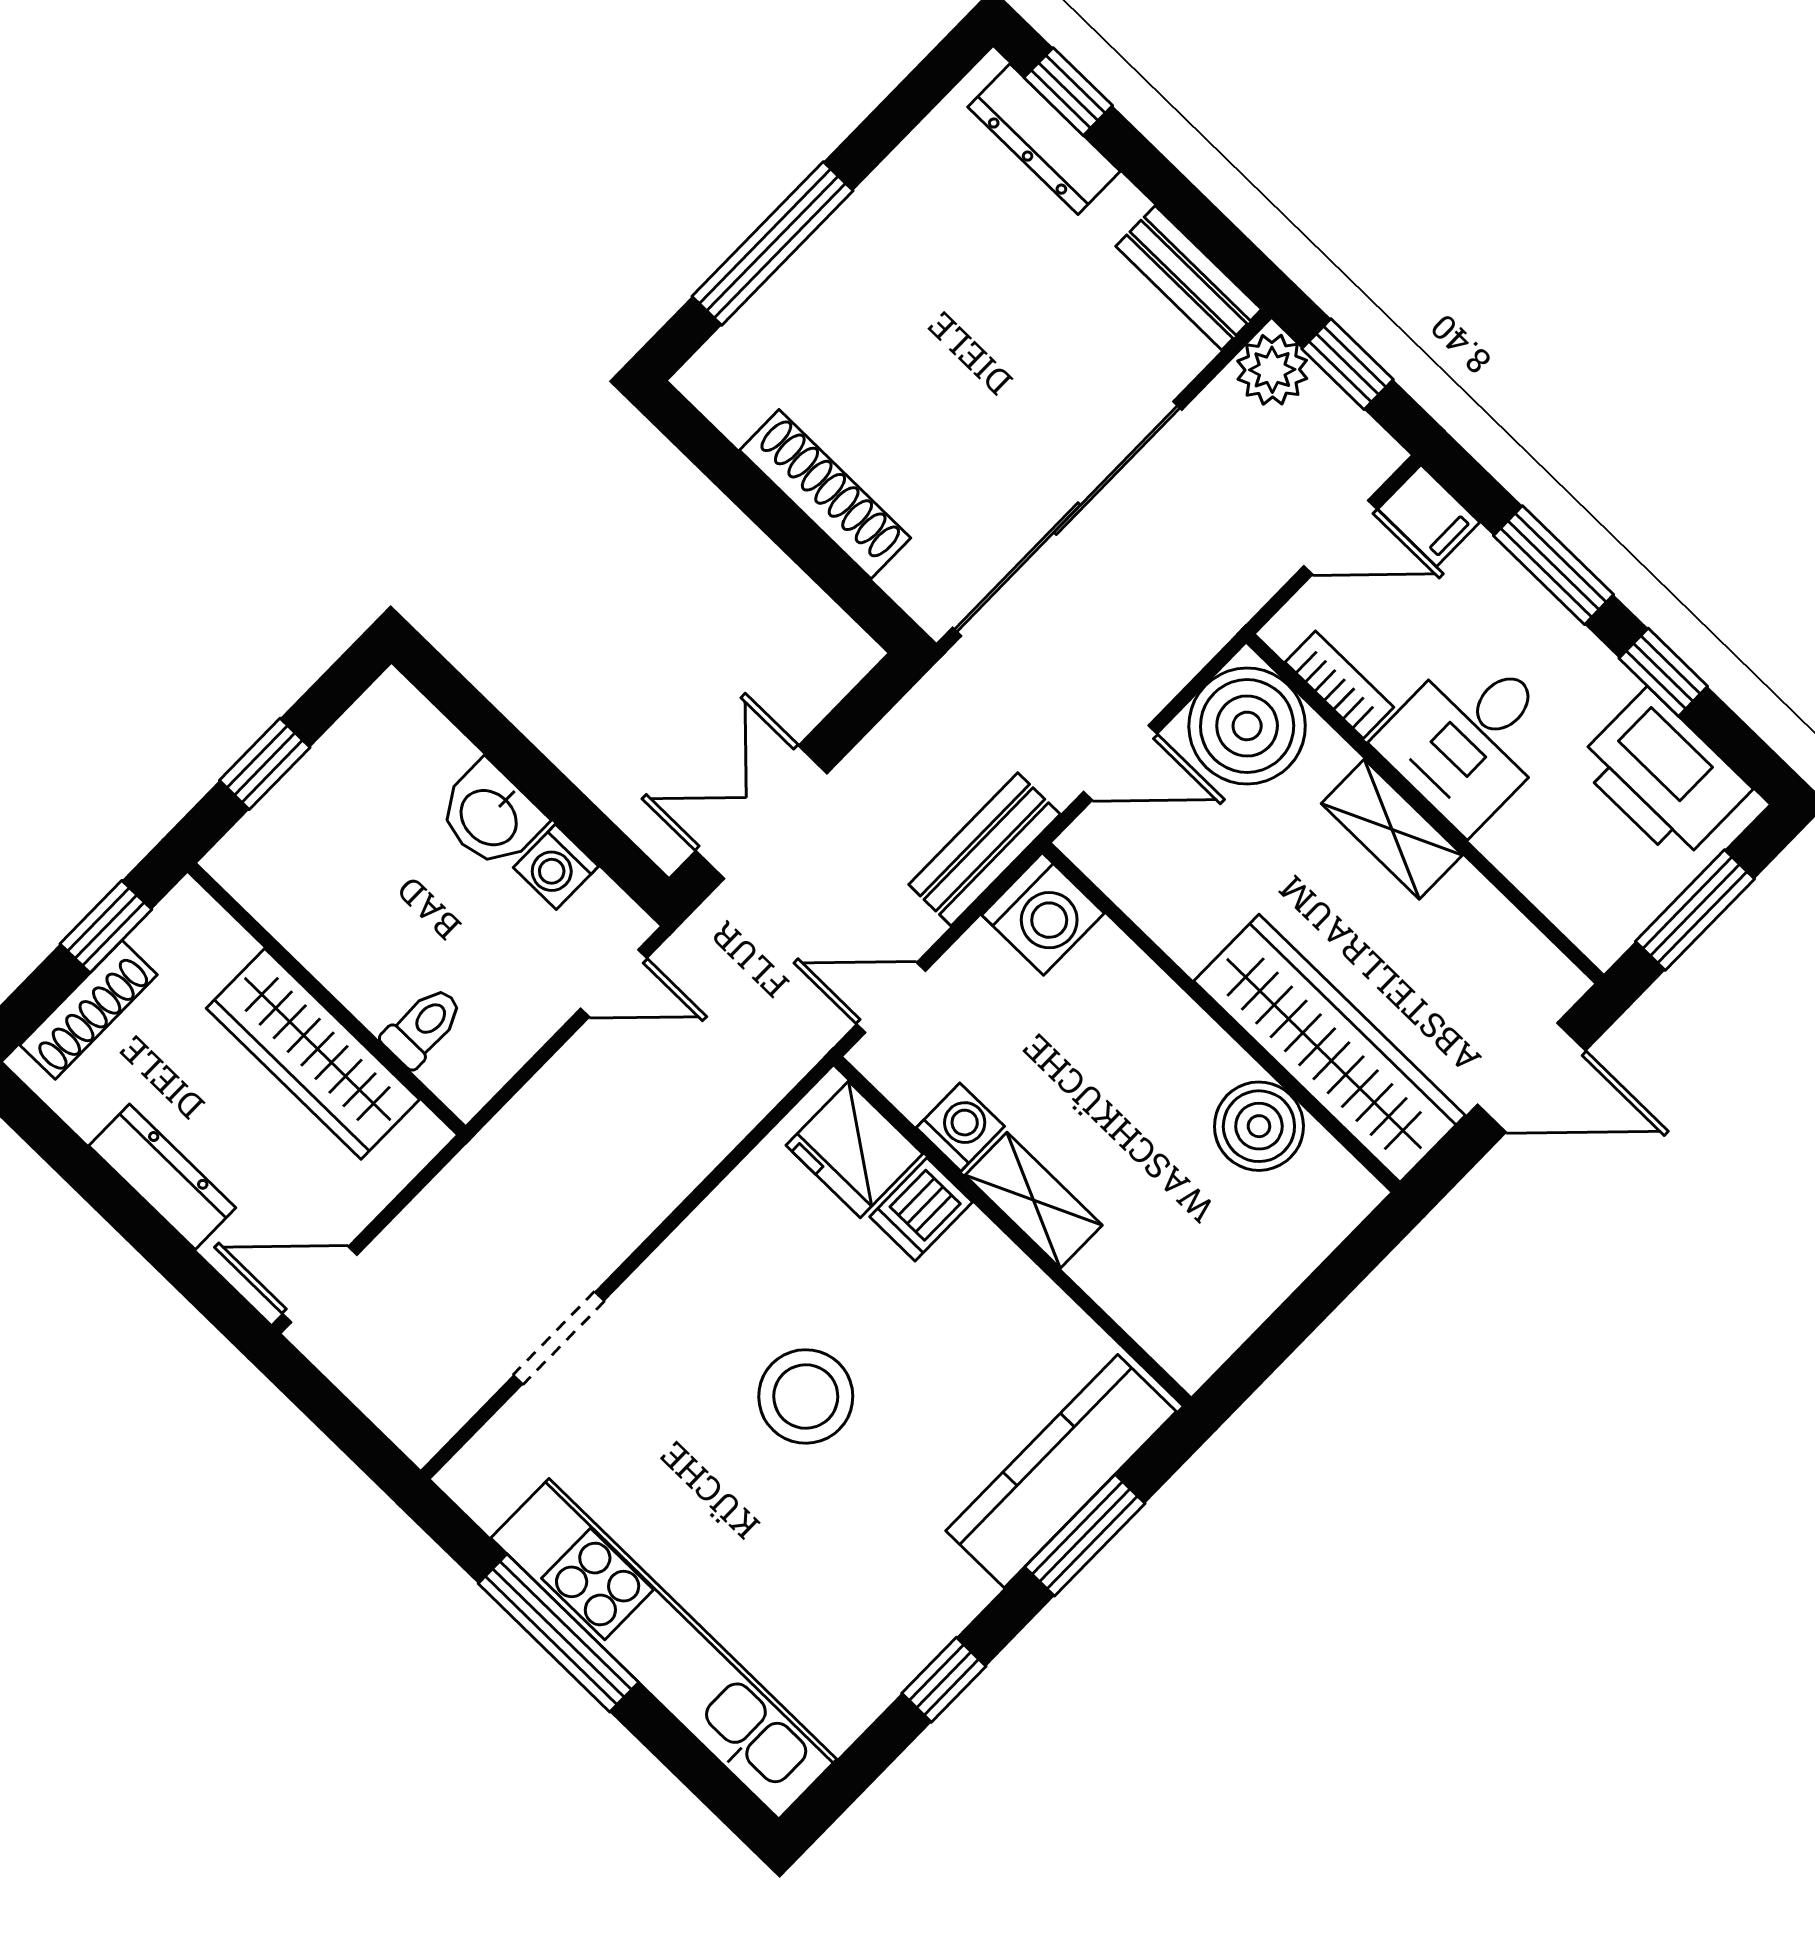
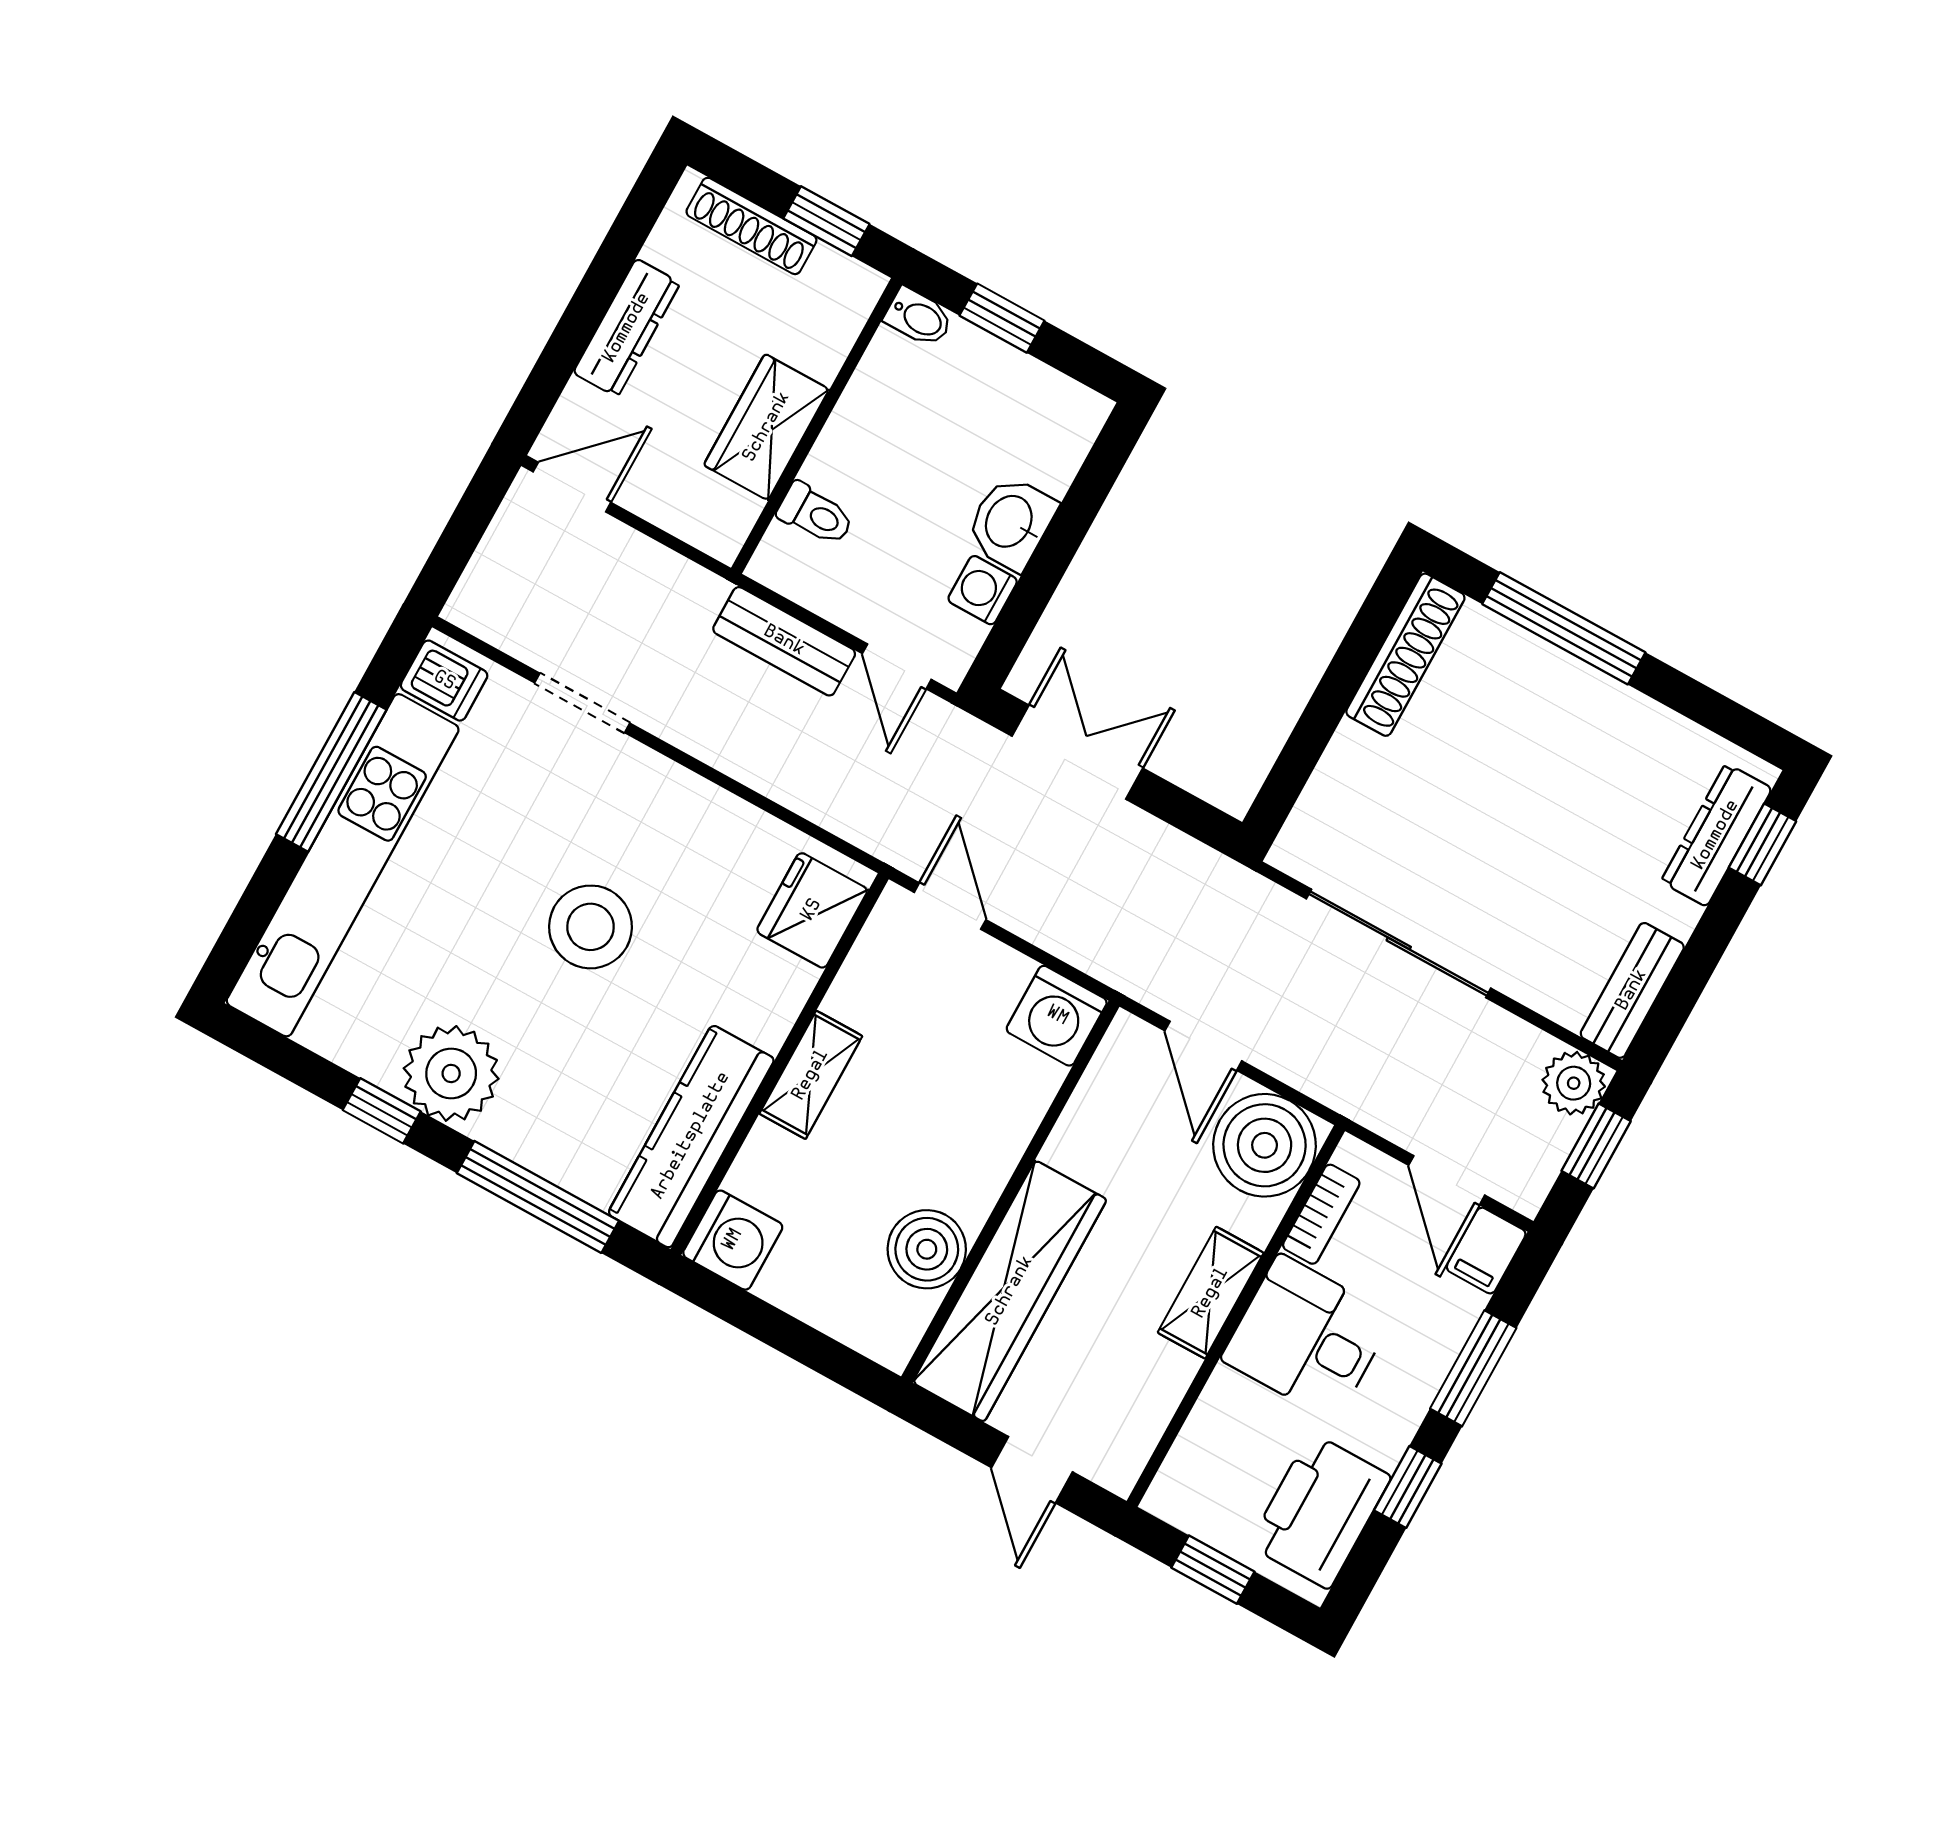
shoe rack: (825, 494) -> (1405, 655), moved
sliding door: (1067, 519) -> (1399, 944), width x0.73
bench: (984, 849) -> (784, 641), moved
bidet: (239, 854) -> (919, 317), added
window: (1695, 910) -> (1213, 1570), width x0.67
wardrobe: (313, 1054) -> (767, 427), width x0.67
door: (1532, 1078) -> (1032, 1470), width x0.73
washing machine: (960, 1127) -> (733, 1240), moved, width x1.38, depth x1.38
dishwasher: (921, 1209) -> (444, 681), moved, turned 180
door: (320, 1284) -> (572, 487), hinge flipped
kitchen counter: (1061, 1471) -> (691, 1136), moved, turned -90
window: (1085, 1535) -> (538, 1197), width x1.44
plant: (924, 1593) -> (451, 1073), added

